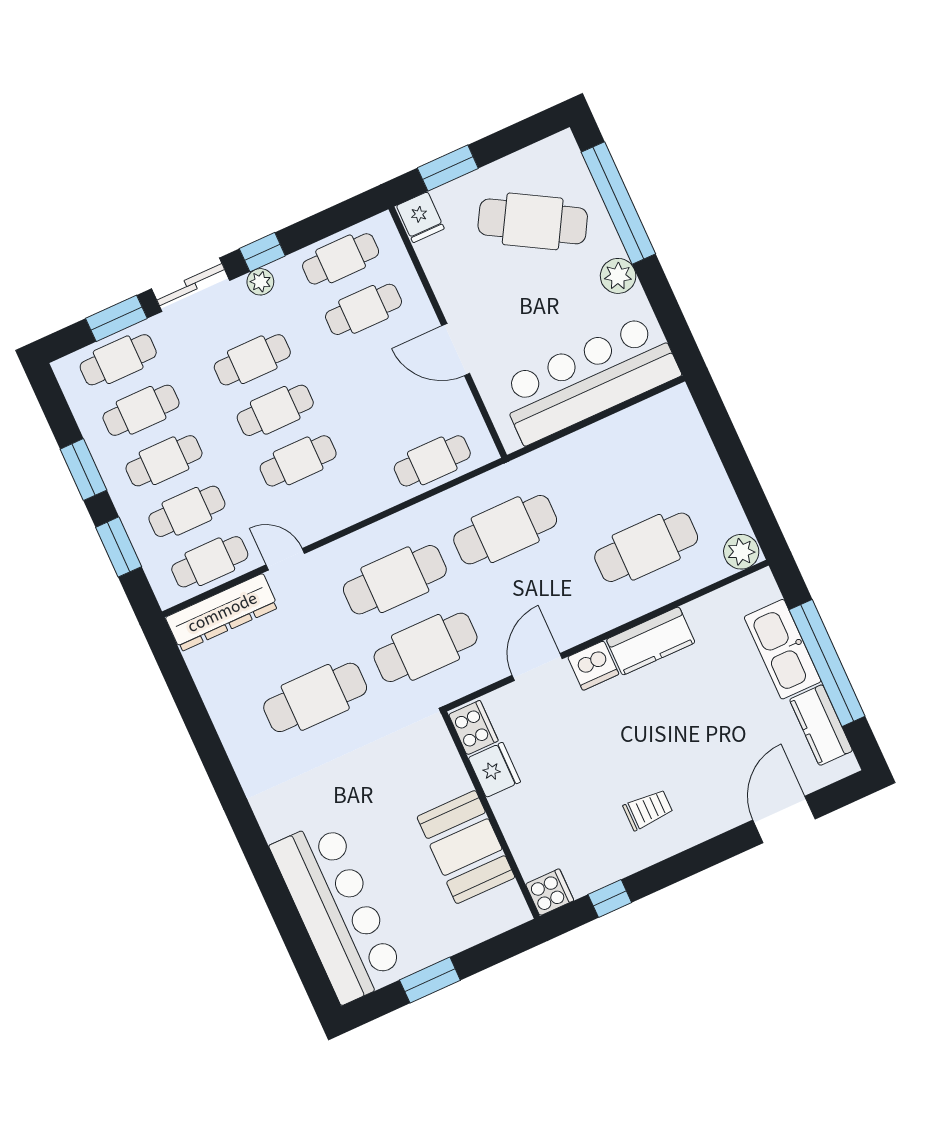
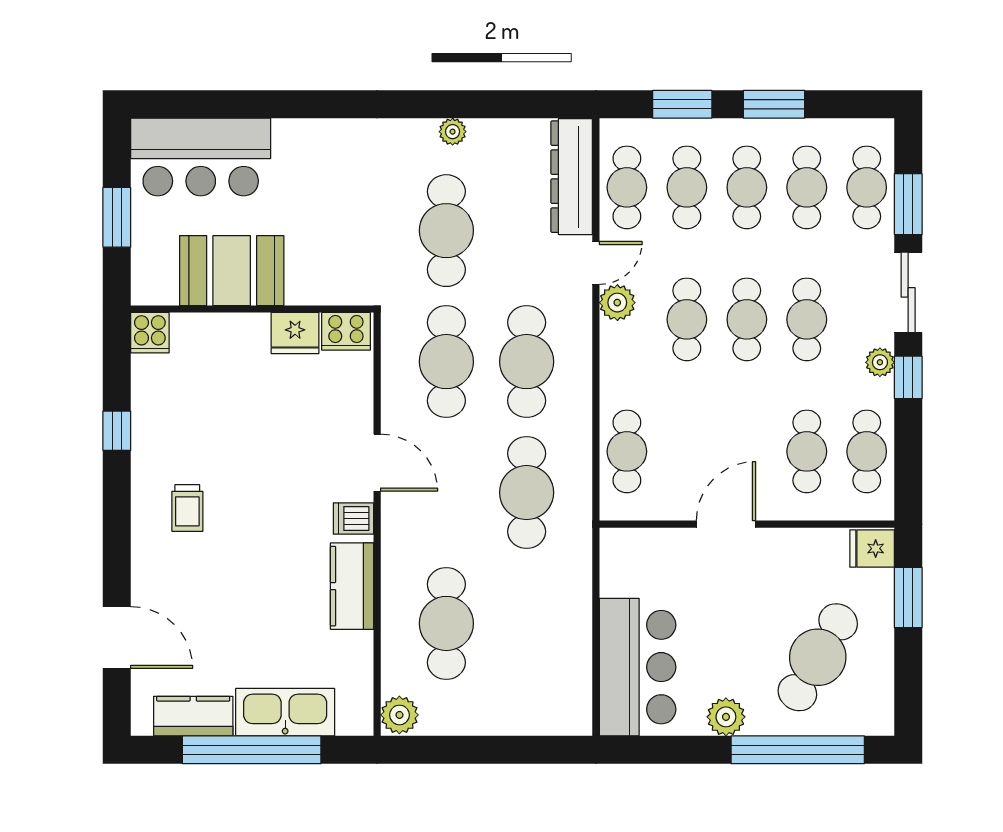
bar counter: (589, 379) -> (638, 667), width x0.73
plant: (311, 526) -> (617, 303), added
dishwasher: (593, 666) -> (354, 519), width x0.73
cooker: (473, 728) -> (346, 331), moved
plant: (229, 730) -> (453, 132), added
fridge: (494, 770) -> (295, 333), moved
wall: (491, 815) -> (252, 309), moved
booth: (466, 847) -> (232, 271), moved
cooker: (550, 892) -> (150, 333), moved
bar counter: (337, 911) -> (201, 157), width x0.73

